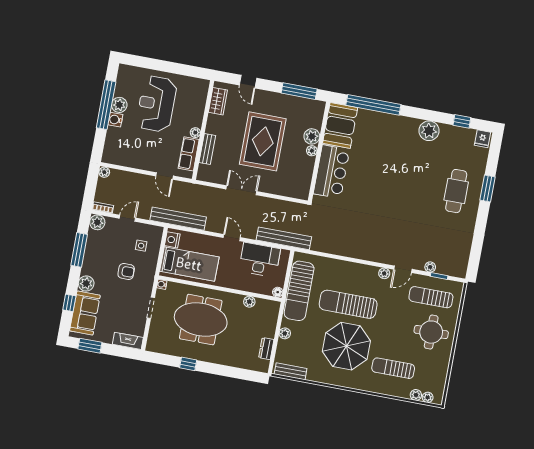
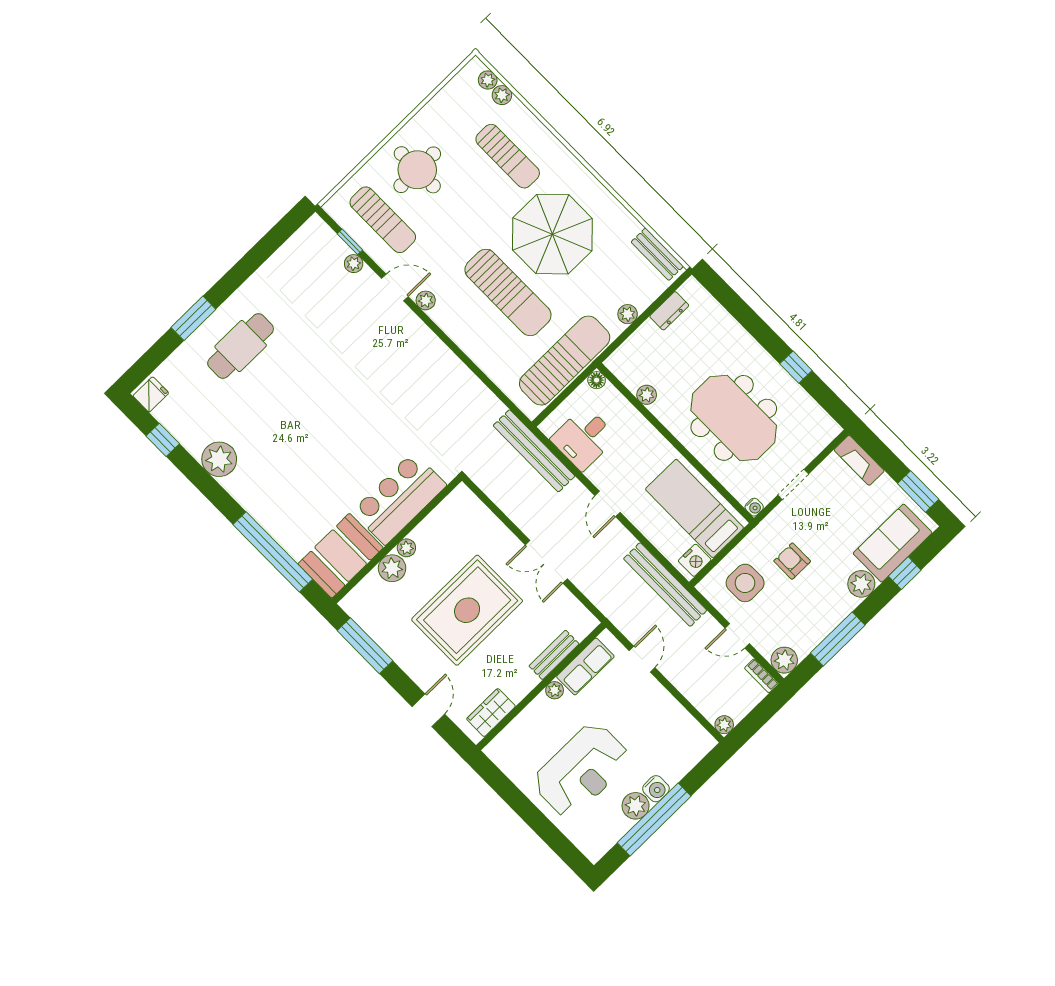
side table: (141, 246) -> (745, 583), width x1.87, depth x1.87
desk: (260, 260) -> (584, 438), width x0.73

